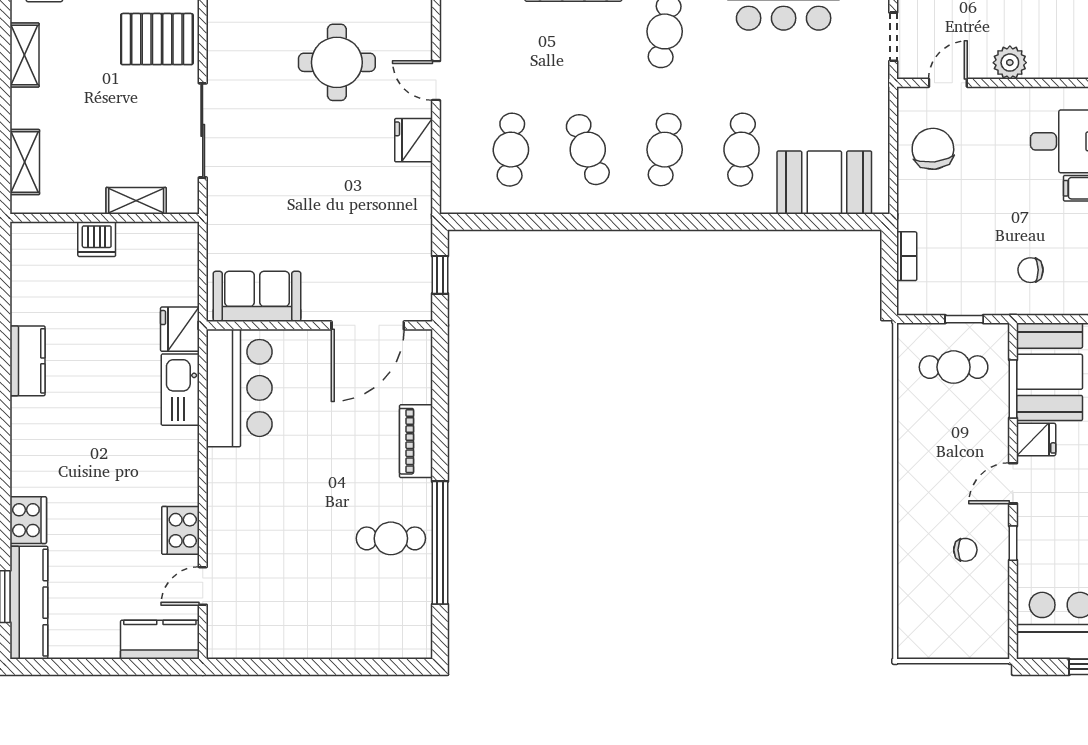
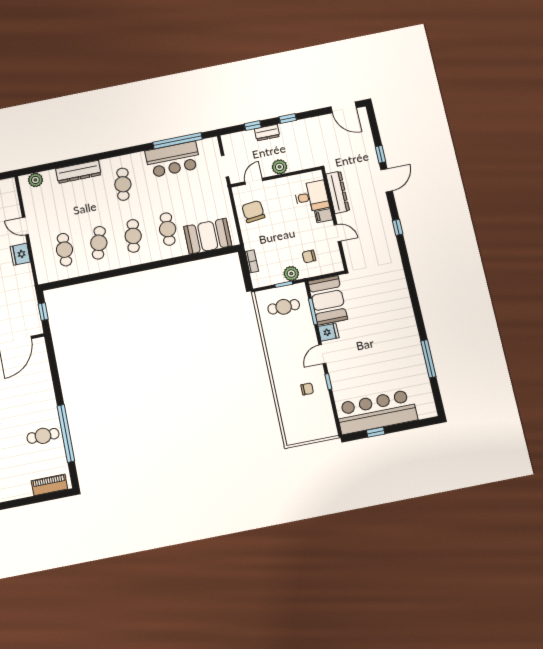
cafe table: (588, 150) -> (99, 243), turned 36
plant: (985, 299) -> (291, 274), added
piano: (416, 441) -> (49, 485), moved, turned 90

